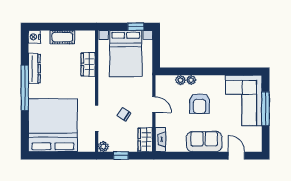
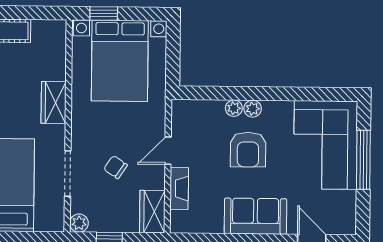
window: (136, 27) -> (104, 14), moved
wardrobe: (88, 64) -> (54, 103), moved
plant: (180, 80) -> (253, 109), moved
door: (154, 105) -> (168, 151), swing flipped
fireplace: (160, 139) -> (179, 189), moved

